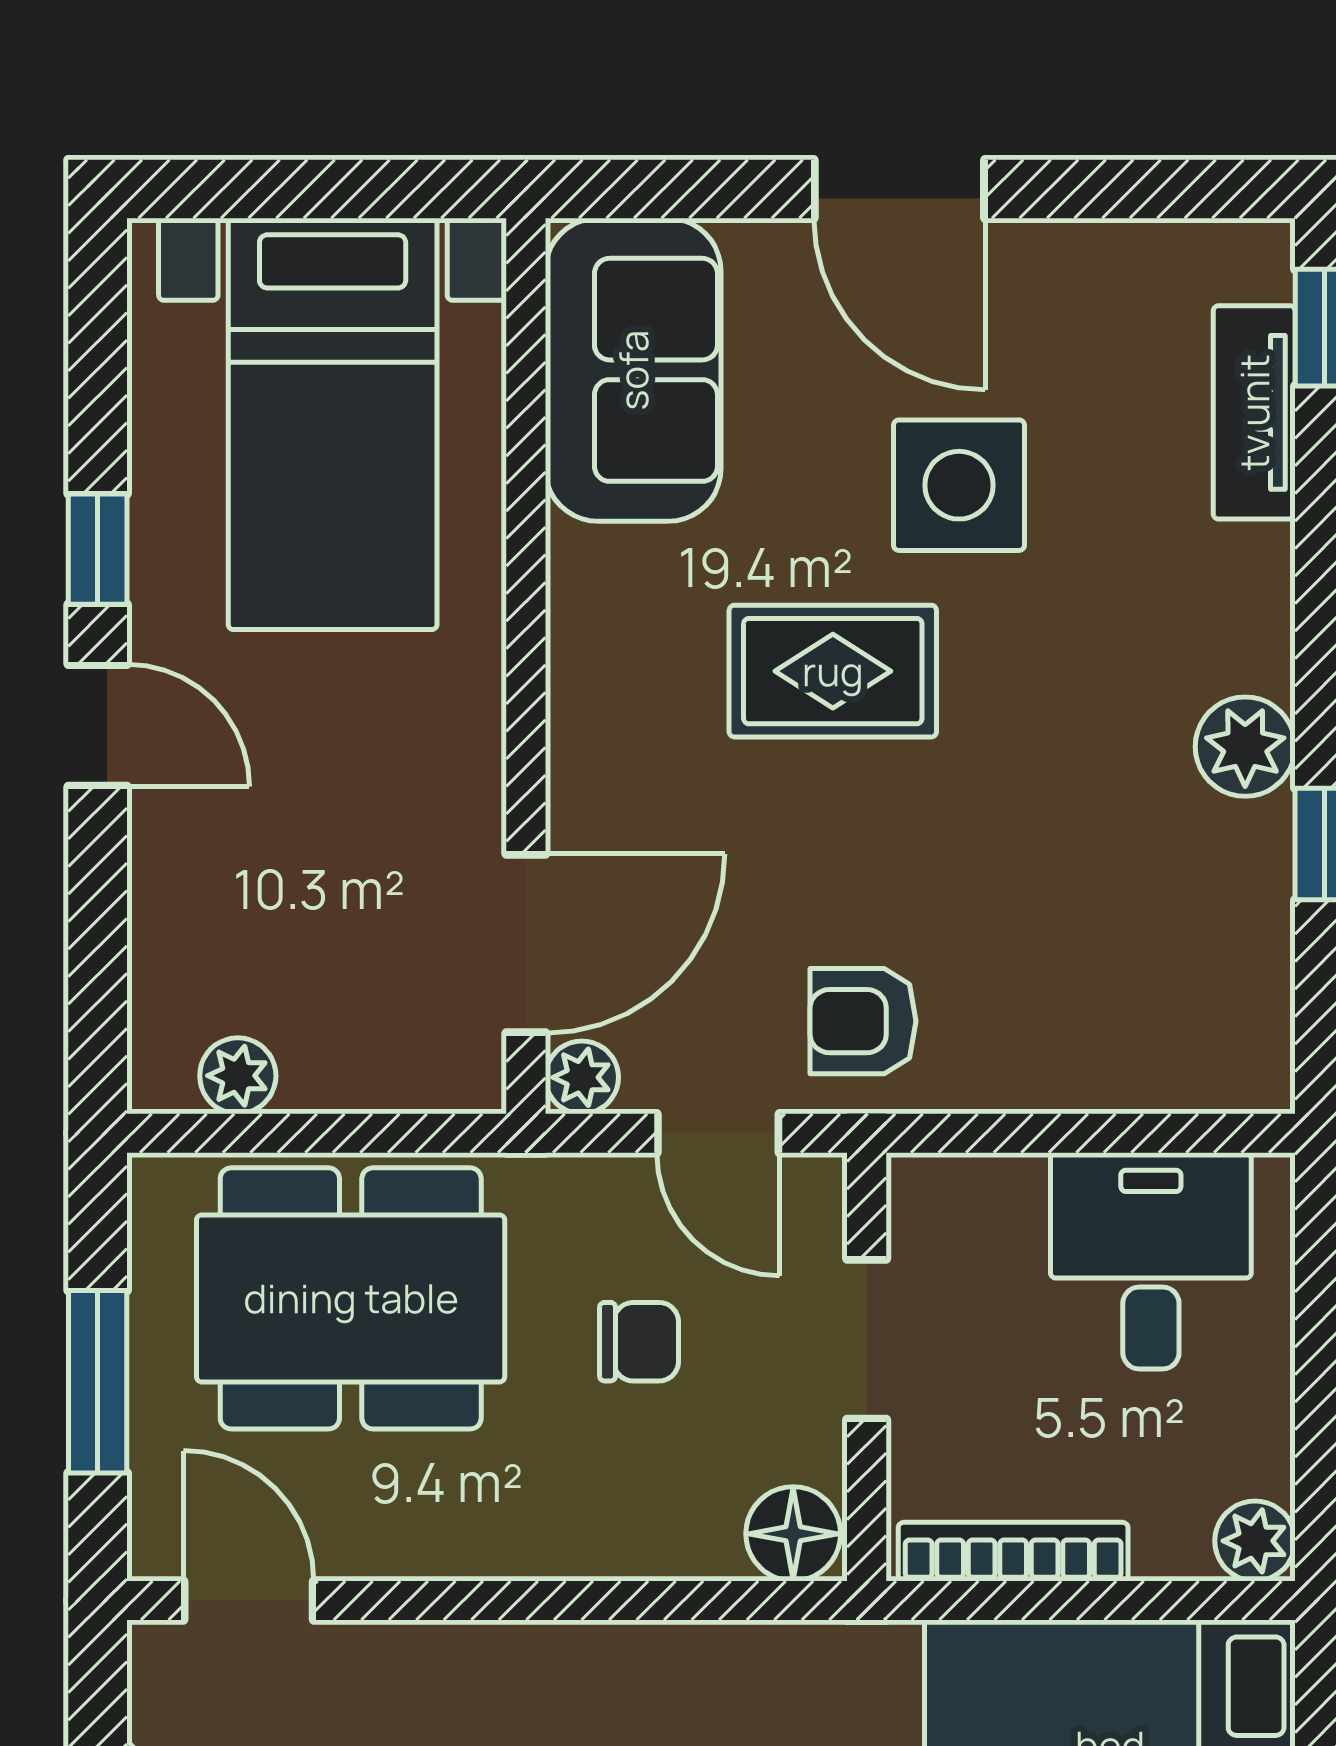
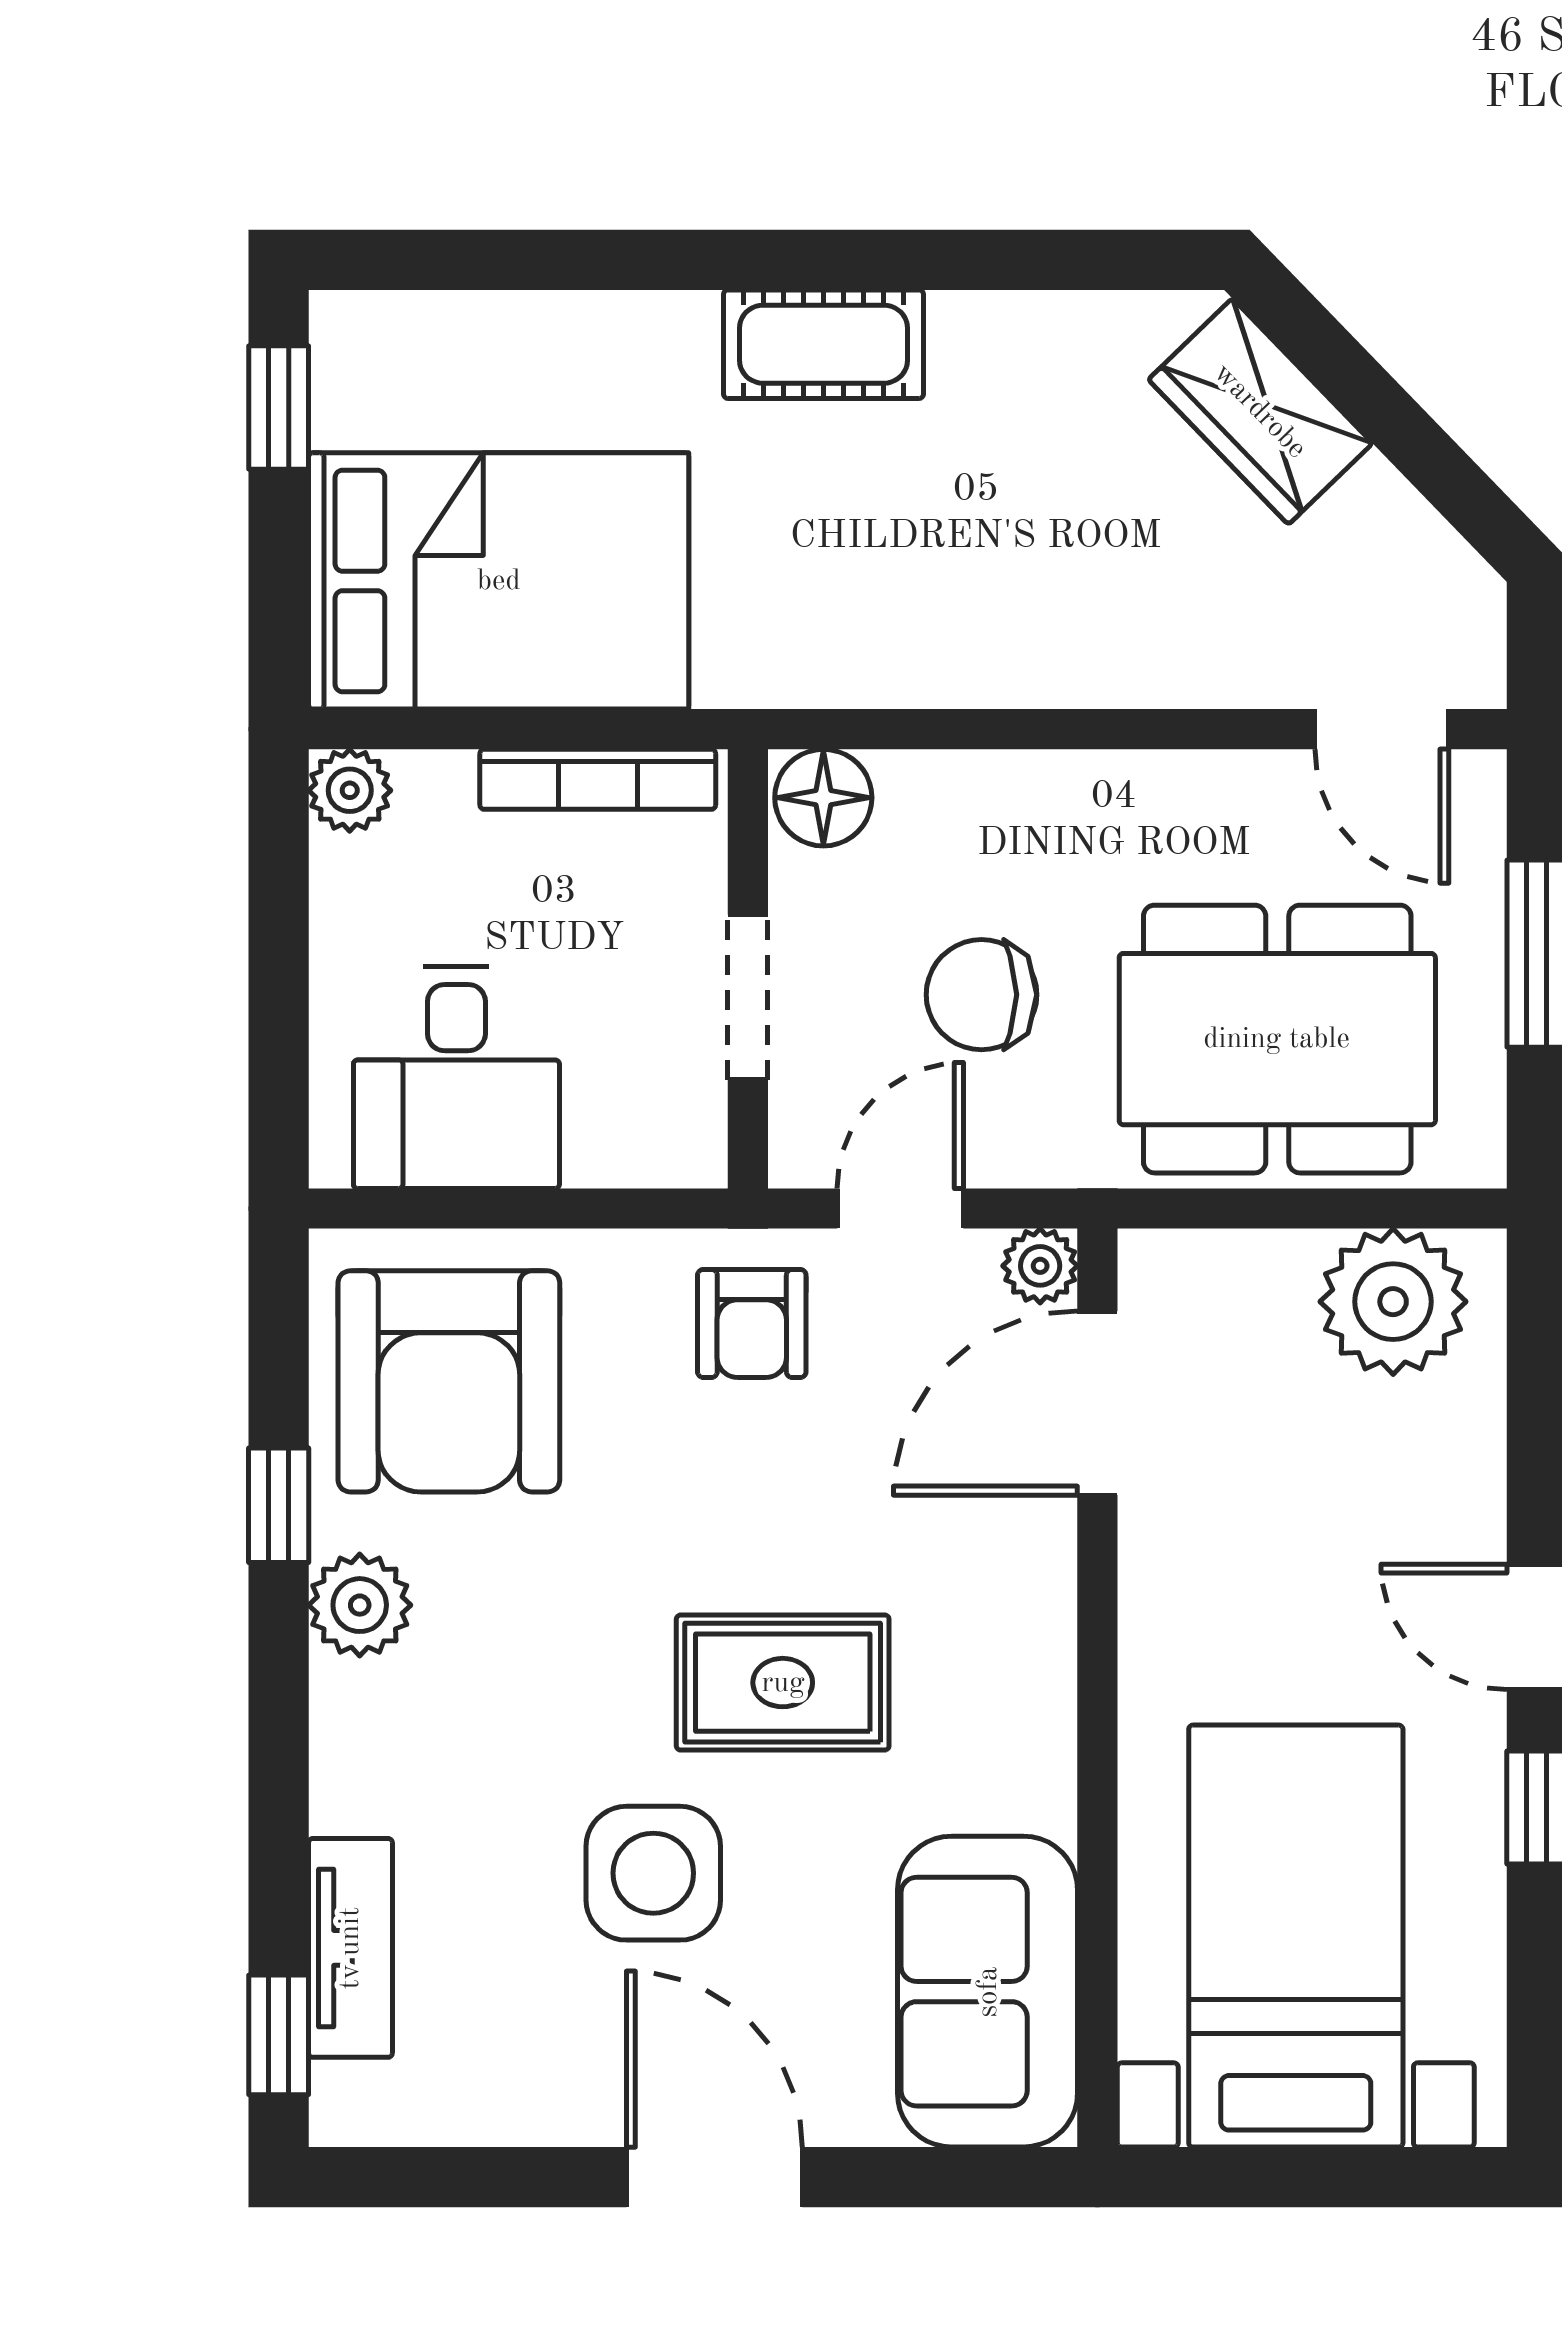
armchair: (1158, 965) -> (449, 1381), added
armchair: (863, 1021) -> (752, 1323), turned 90
plant: (238, 1076) -> (1393, 1302), width x1.87, depth x1.87
door: (718, 1133) -> (900, 1209), hinge flipped
chair: (639, 1342) -> (981, 995), width x1.37, depth x1.37

